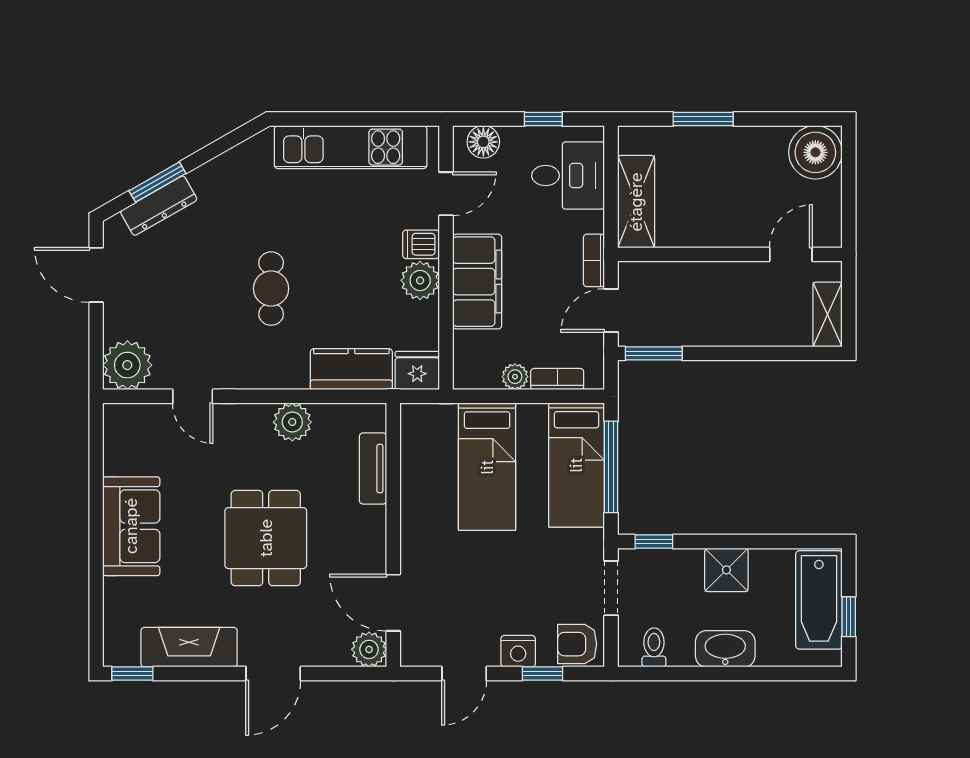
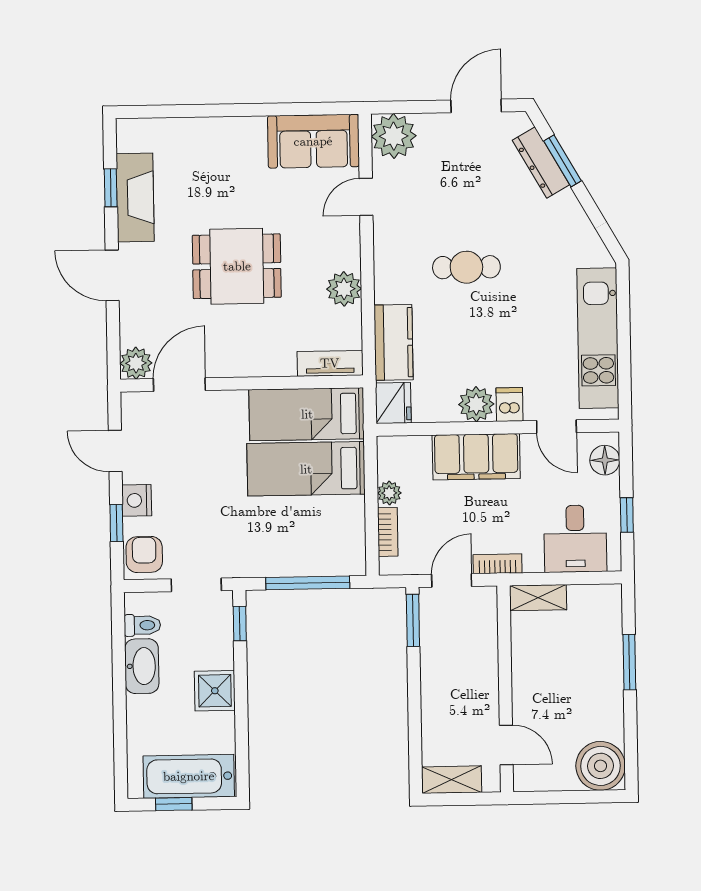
shelving: (636, 202) -> (538, 598), width x0.67, depth x0.75
door: (611, 310) -> (452, 580), hinge flipped
bed: (576, 465) -> (307, 414), moved
tv unit: (373, 468) -> (330, 363), moved
sofa: (131, 526) -> (313, 141), moved
washbasin: (725, 649) -> (142, 666), moved
window: (132, 674) -> (111, 188), moved

